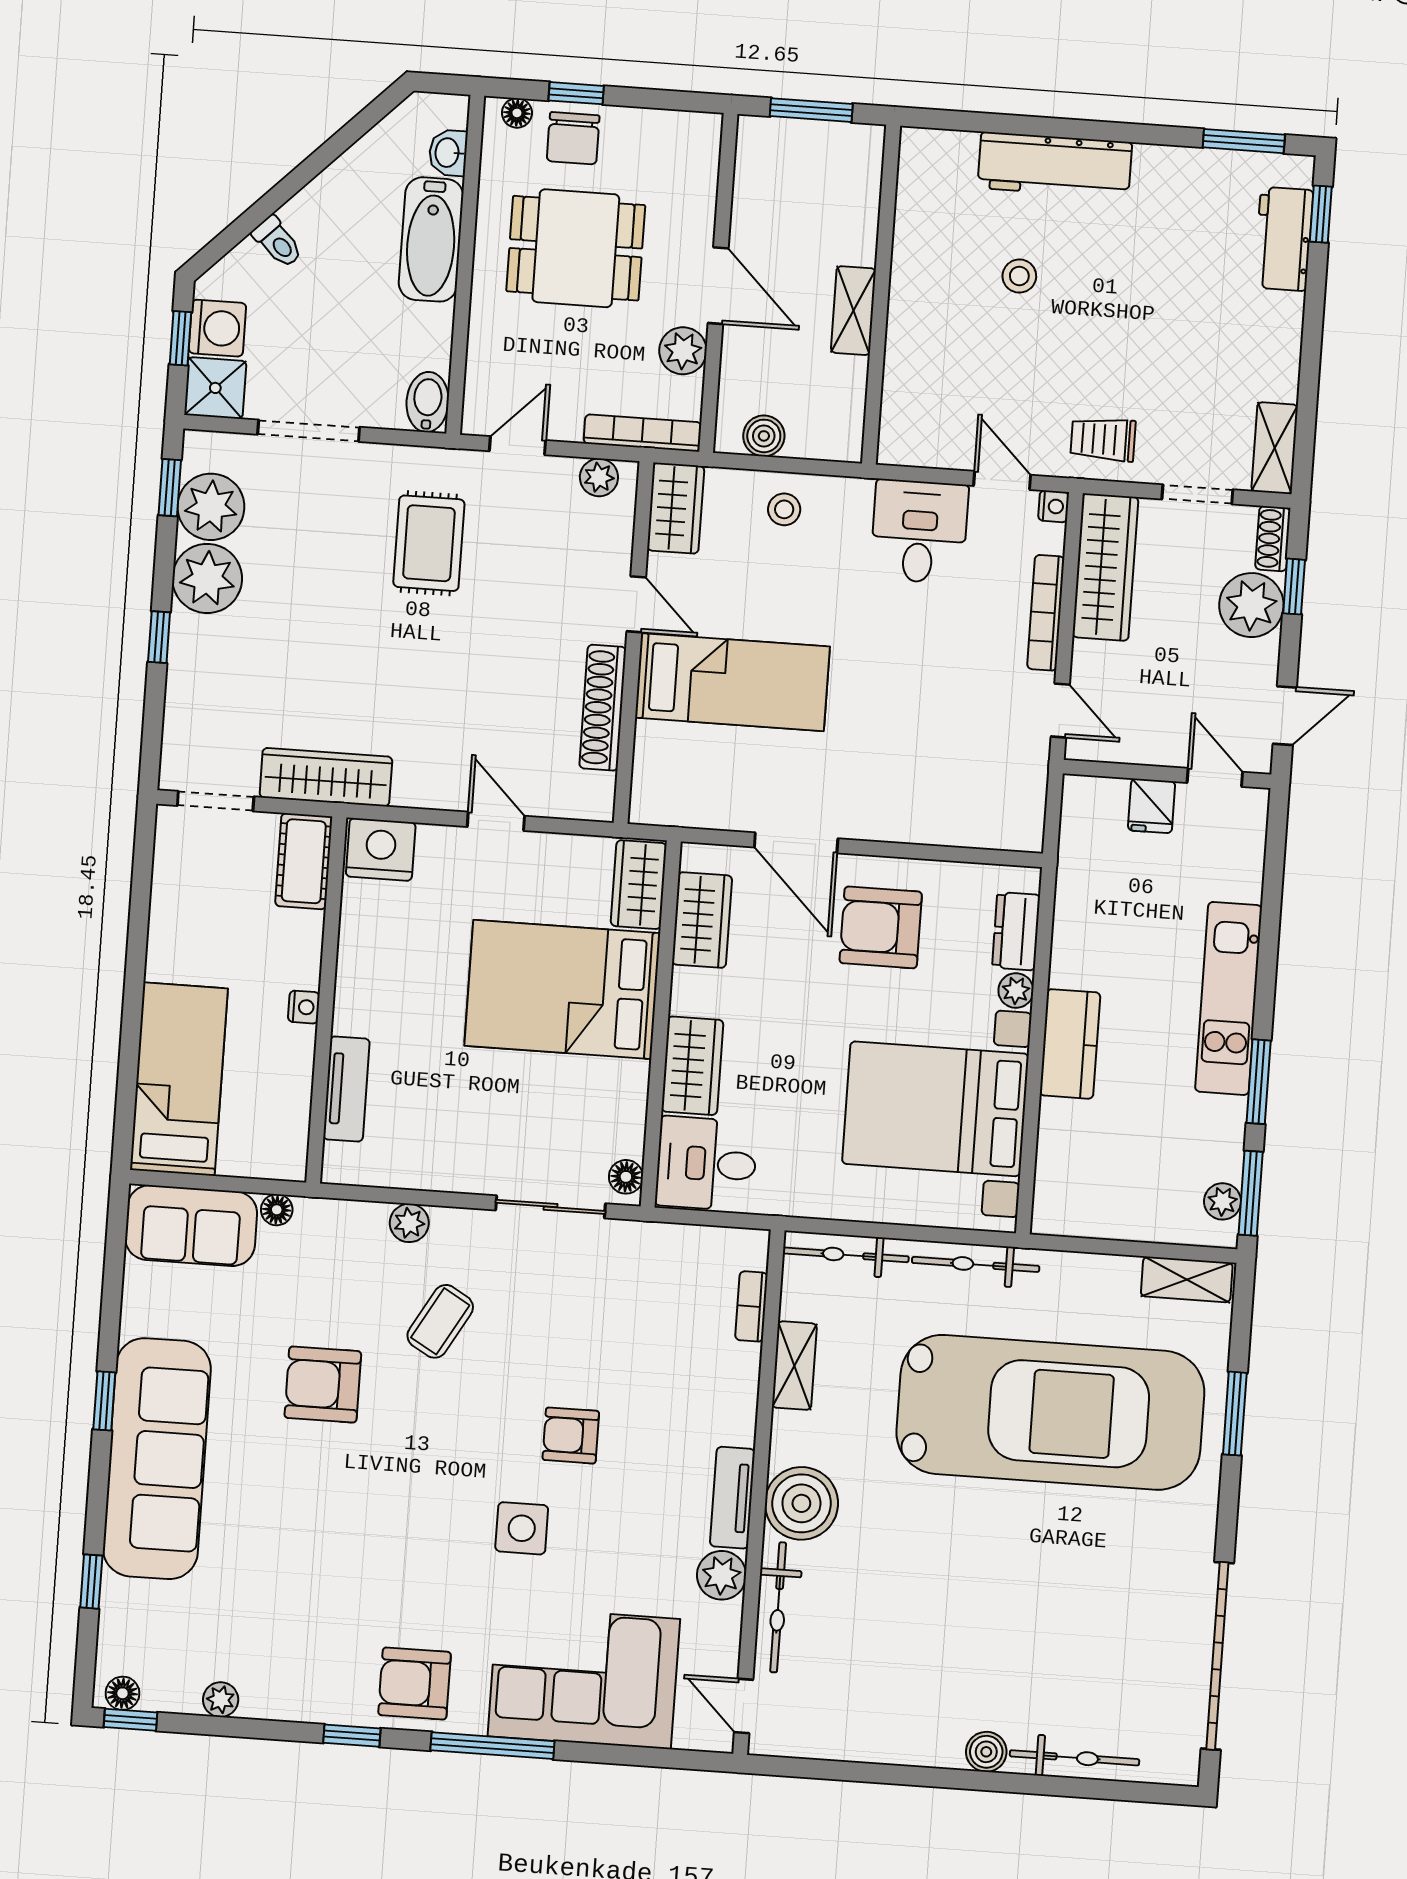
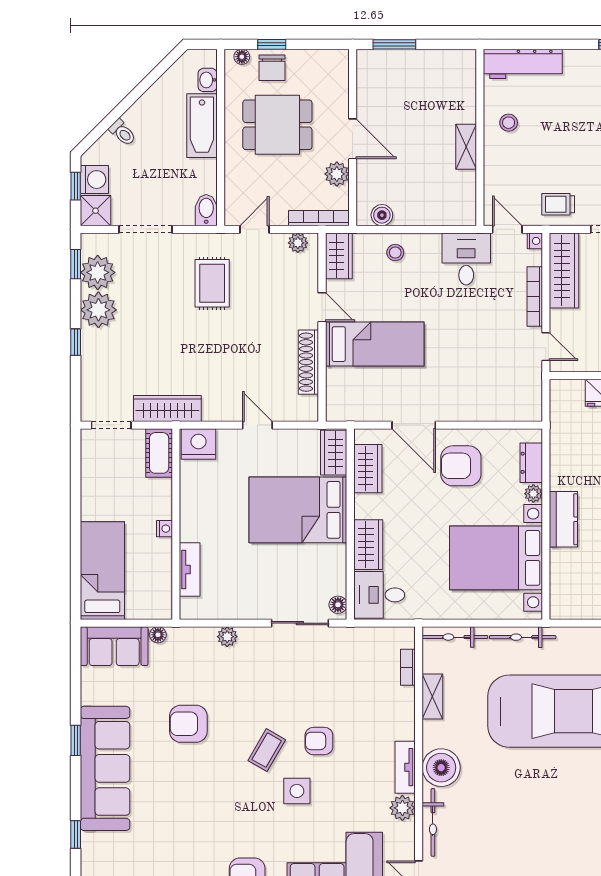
wall: (881, 295) -> (480, 137), moved
shelving: (853, 311) -> (466, 147), moved
coffee table: (440, 1321) -> (267, 750), moved

